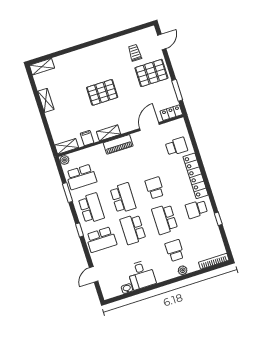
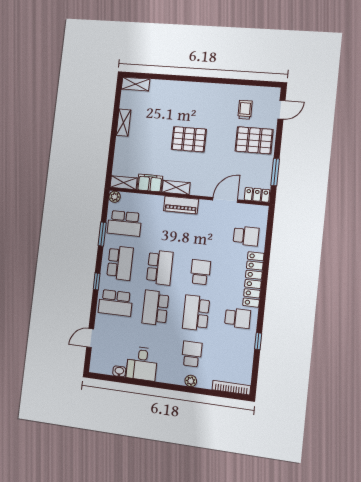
filing cabinet: (87, 138) -> (150, 183), width x2.00
school desk: (196, 209) -> (238, 318), turned 180

